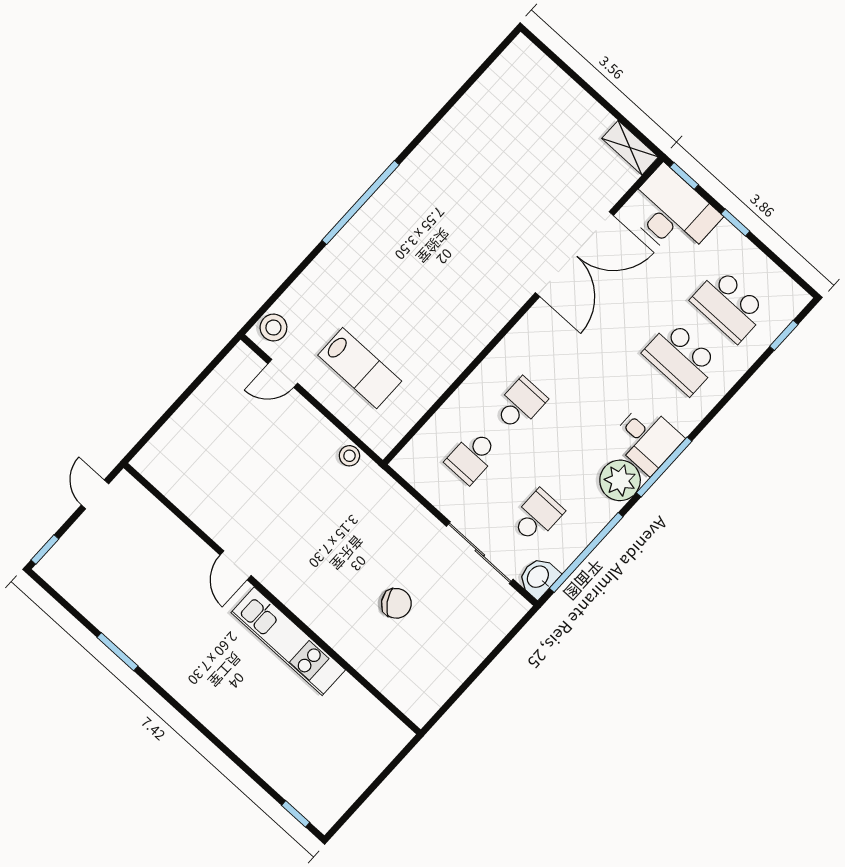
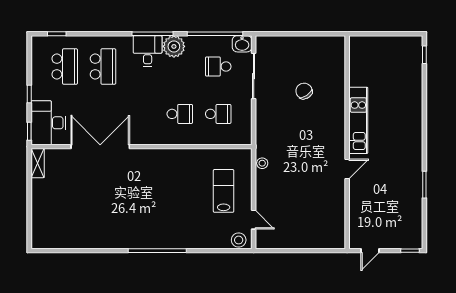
school desk: (520, 404) -> (180, 114), turned 180

